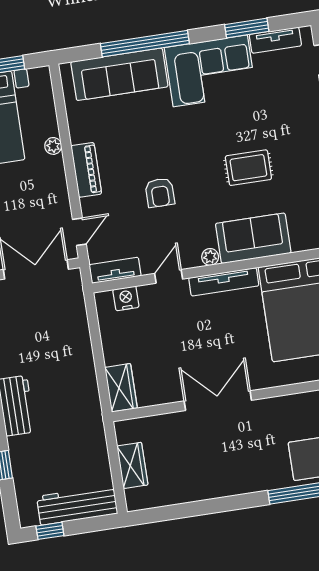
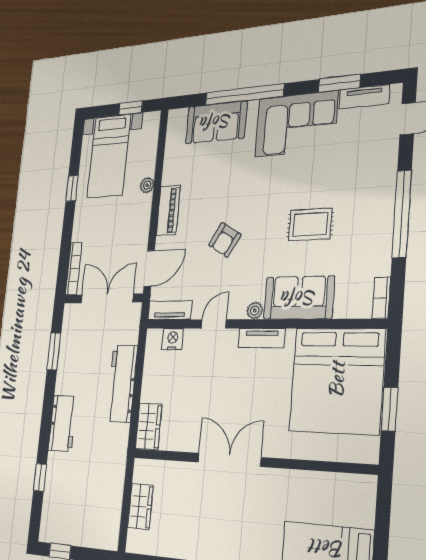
sofa: (119, 74) -> (216, 122), width x0.73
armchair: (160, 193) -> (225, 240), turned 31
door: (79, 232) -> (149, 268), width x1.37
tv unit: (224, 282) -> (262, 338), width x0.71
workbench: (77, 505) -> (122, 384), moved, turned -90

